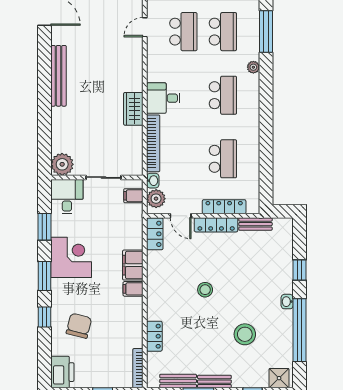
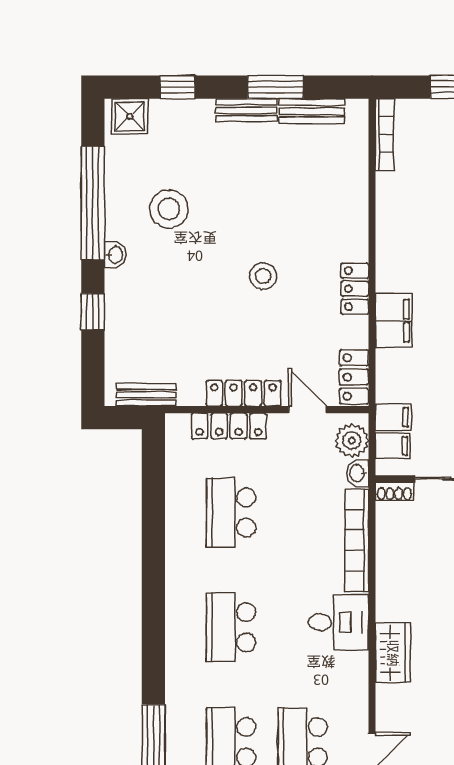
plant: (253, 67) -> (176, 678), removed
wardrobe: (133, 109) -> (393, 653), moved
shoe rack: (132, 170) -> (394, 491), added
bench: (255, 224) -> (146, 395), moved
filing cabinet: (133, 289) -> (393, 417), moved
stool: (245, 334) -> (169, 209), moved
locker: (154, 336) -> (355, 289), moved

